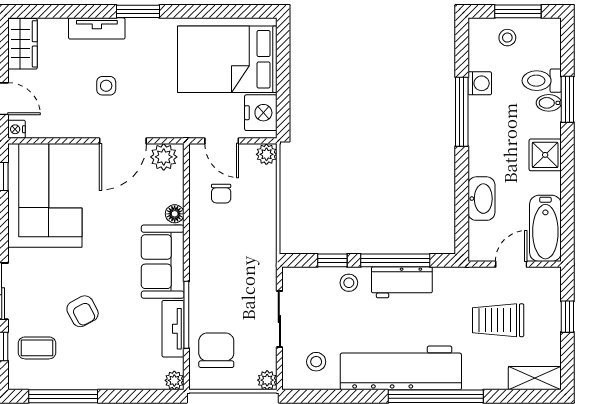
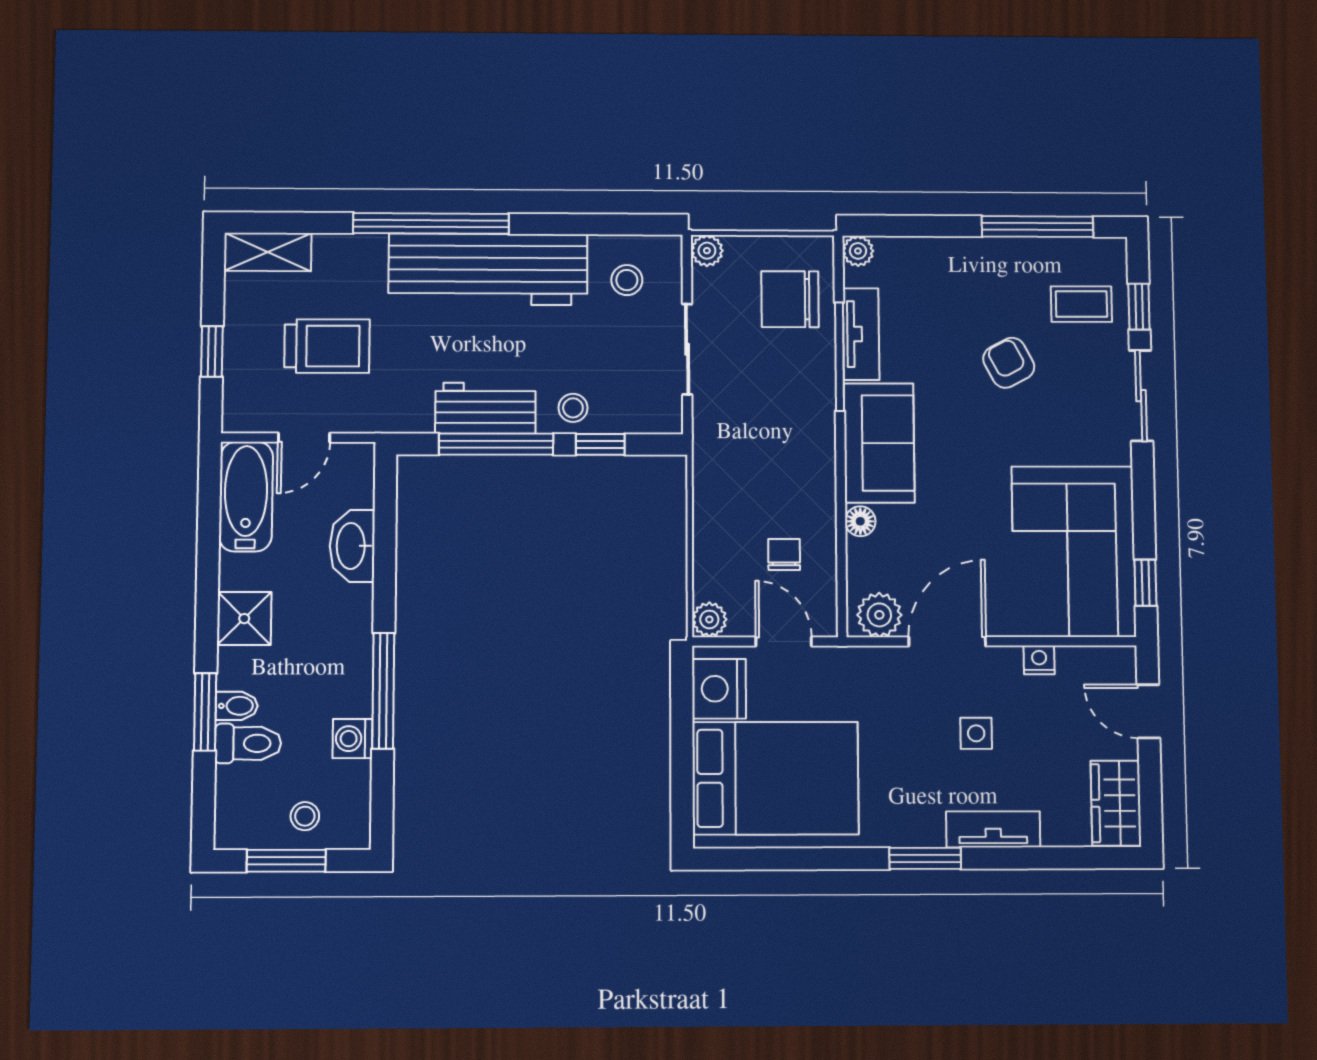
nightstand: (16, 129) -> (1039, 660), moved, turned -90
chair: (216, 350) -> (790, 299), turned 90

